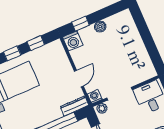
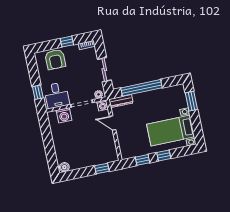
boiler: (100, 27) -> (64, 167), moved
washing machine: (73, 41) -> (64, 115), moved, turned 180
door: (79, 79) -> (113, 123), hinge flipped

